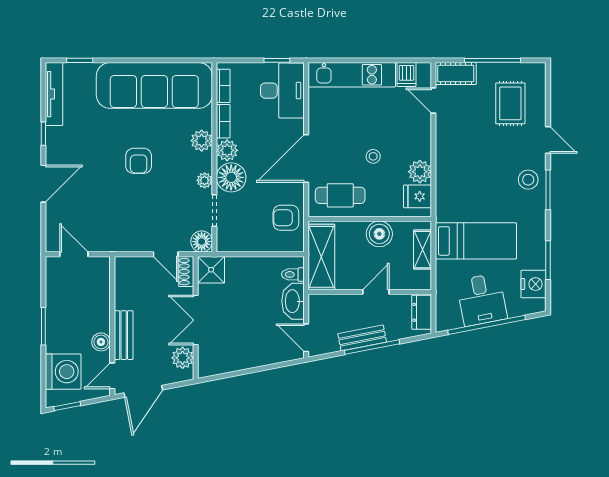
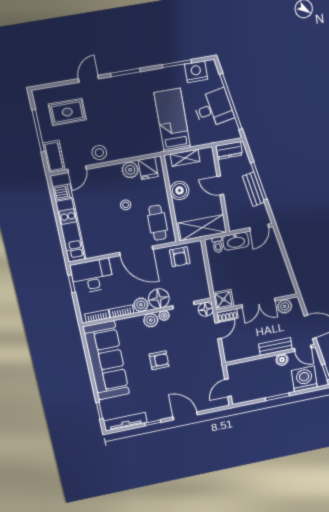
plant: (202, 141) -> (151, 320), moved
stool: (528, 180) -> (99, 153), moved

